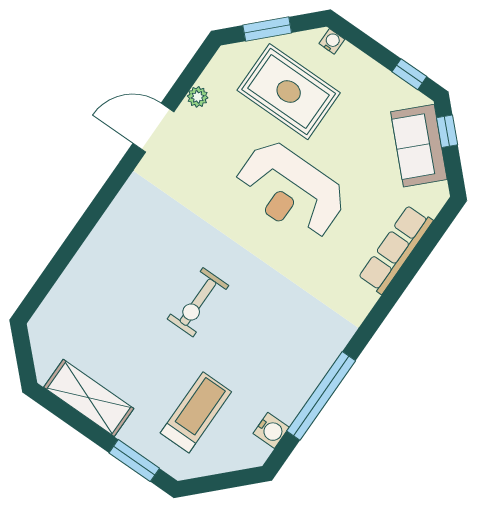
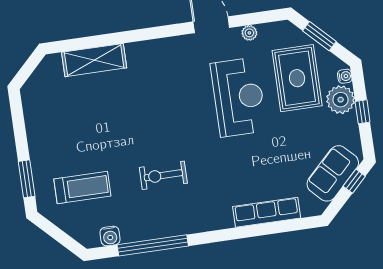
plant: (352, 68) -> (341, 100), added
window: (409, 74) -> (363, 112), moved
reception desk: (290, 191) -> (239, 97), moved, turned 180
exercise bike: (198, 302) -> (163, 175), moved
shelving: (89, 398) -> (94, 60), moved, turned 90

